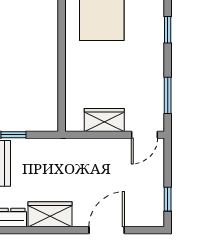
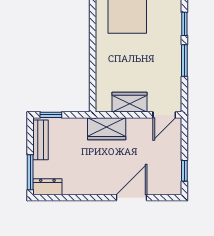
window: (168, 95) -> (184, 61), moved
wardrobe: (50, 214) -> (107, 129), moved, turned 180

